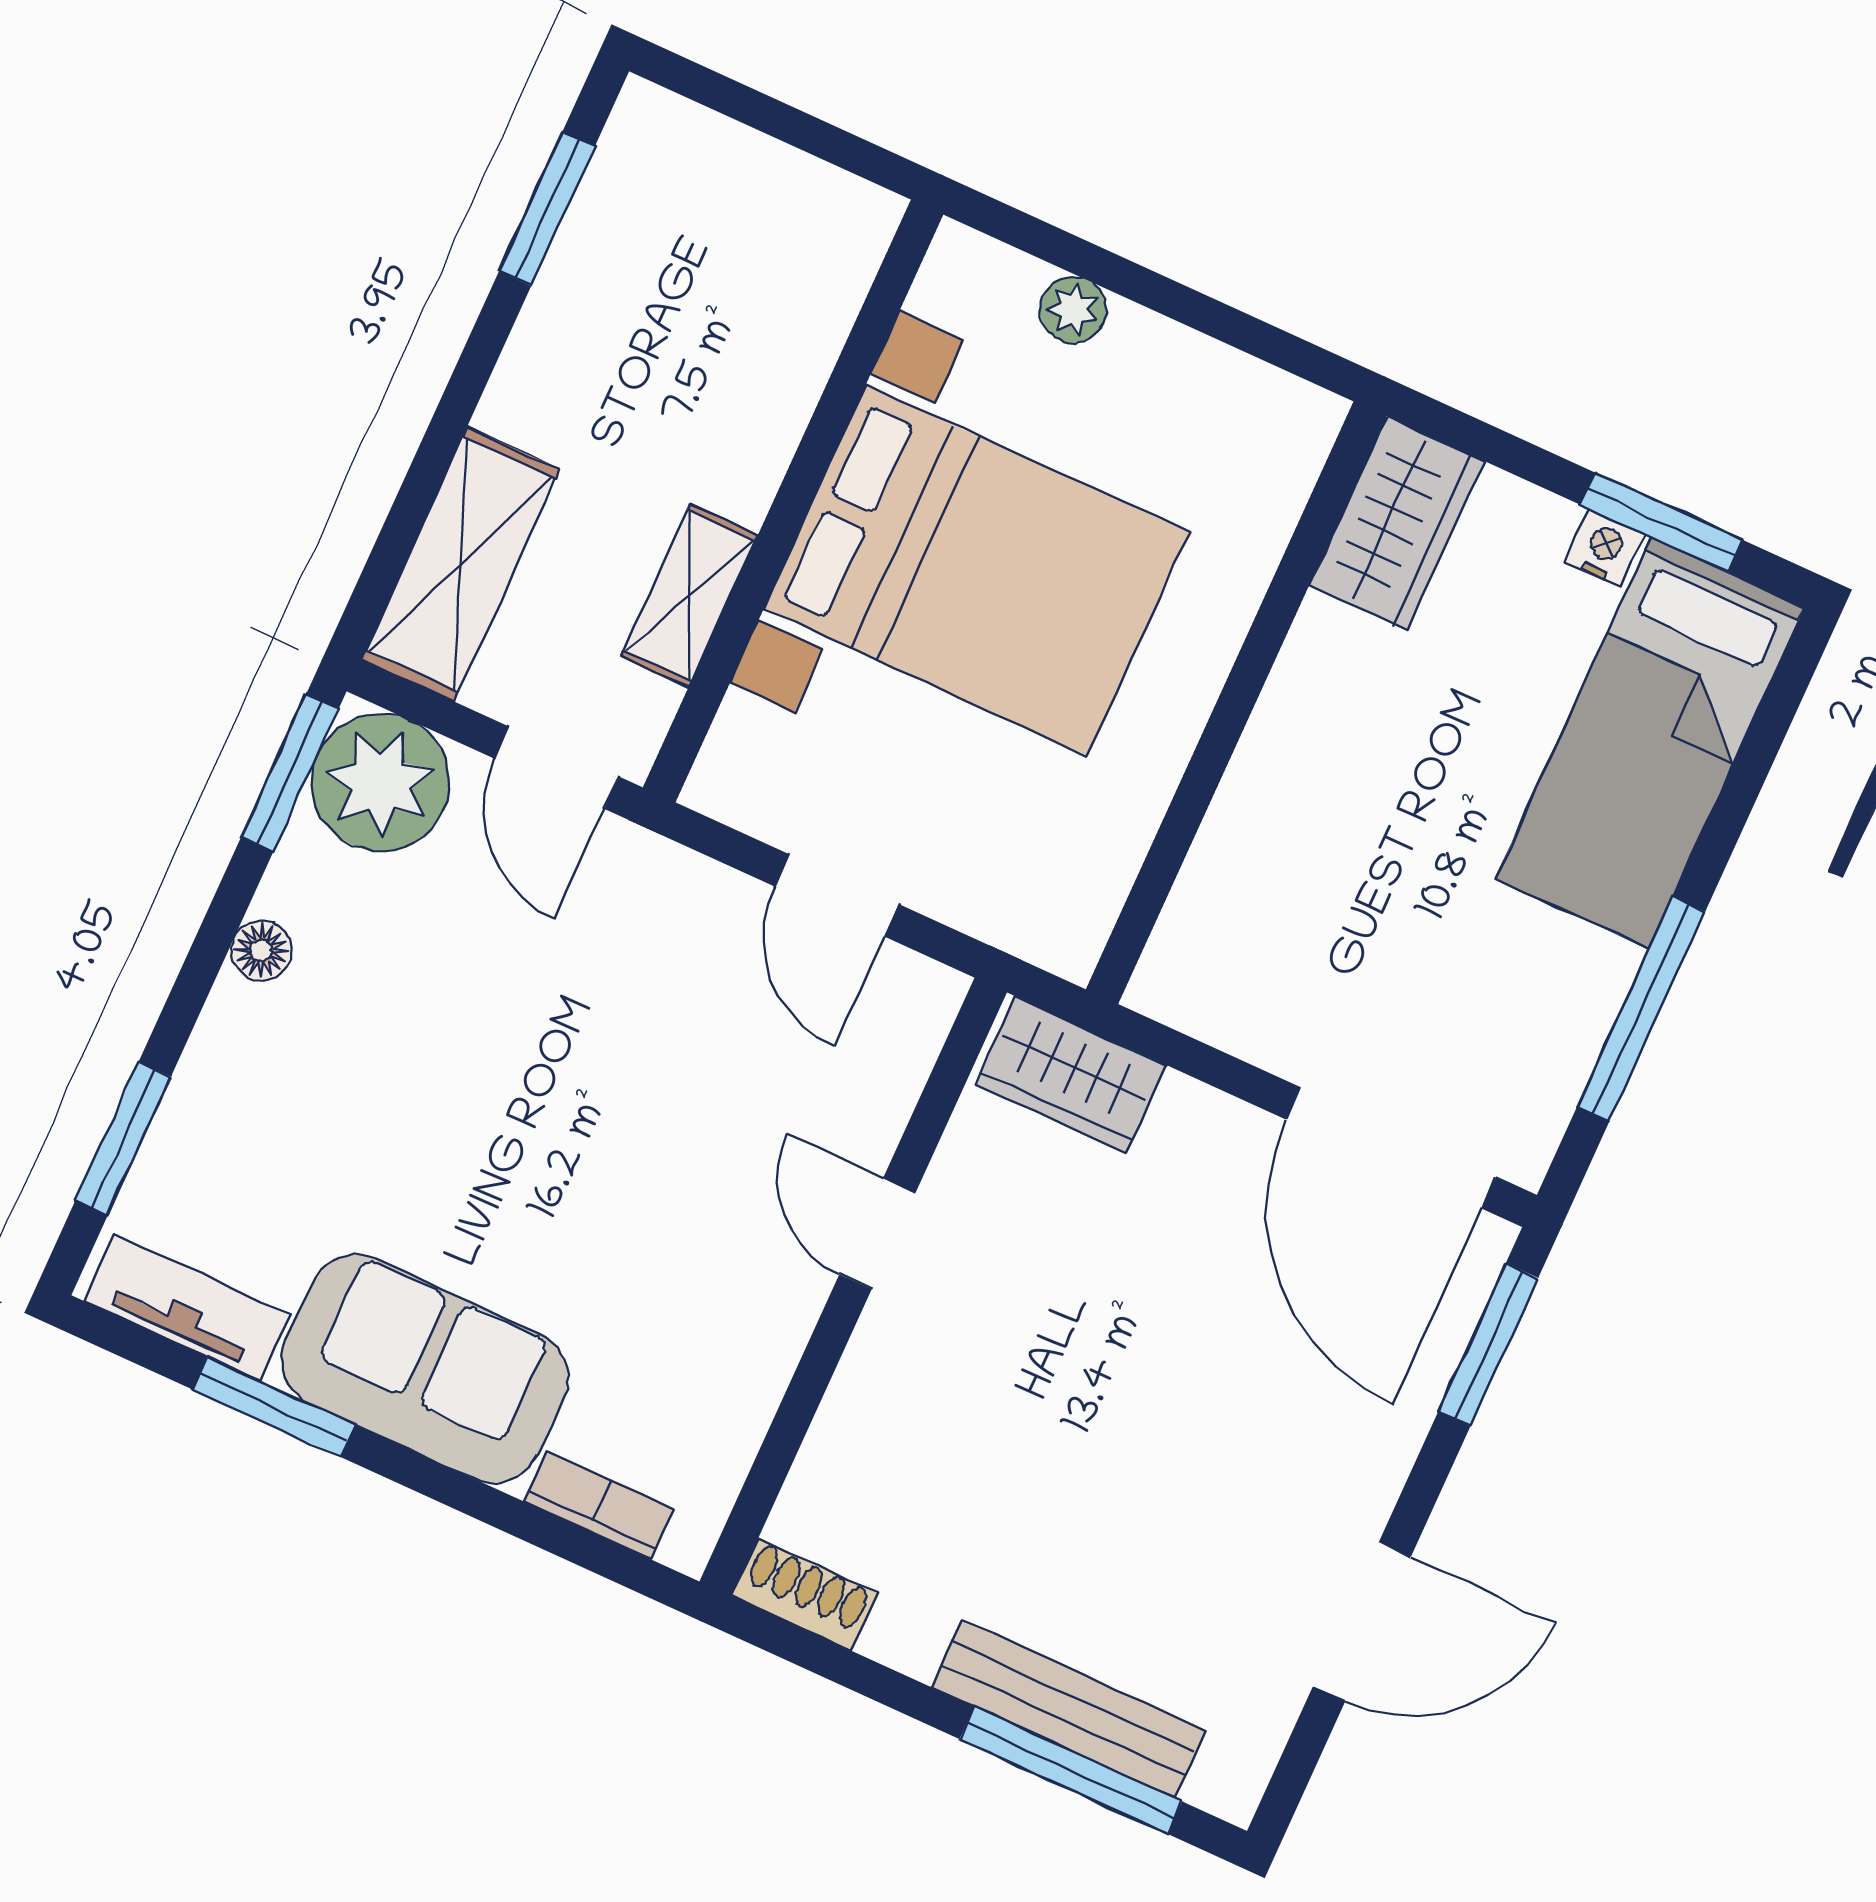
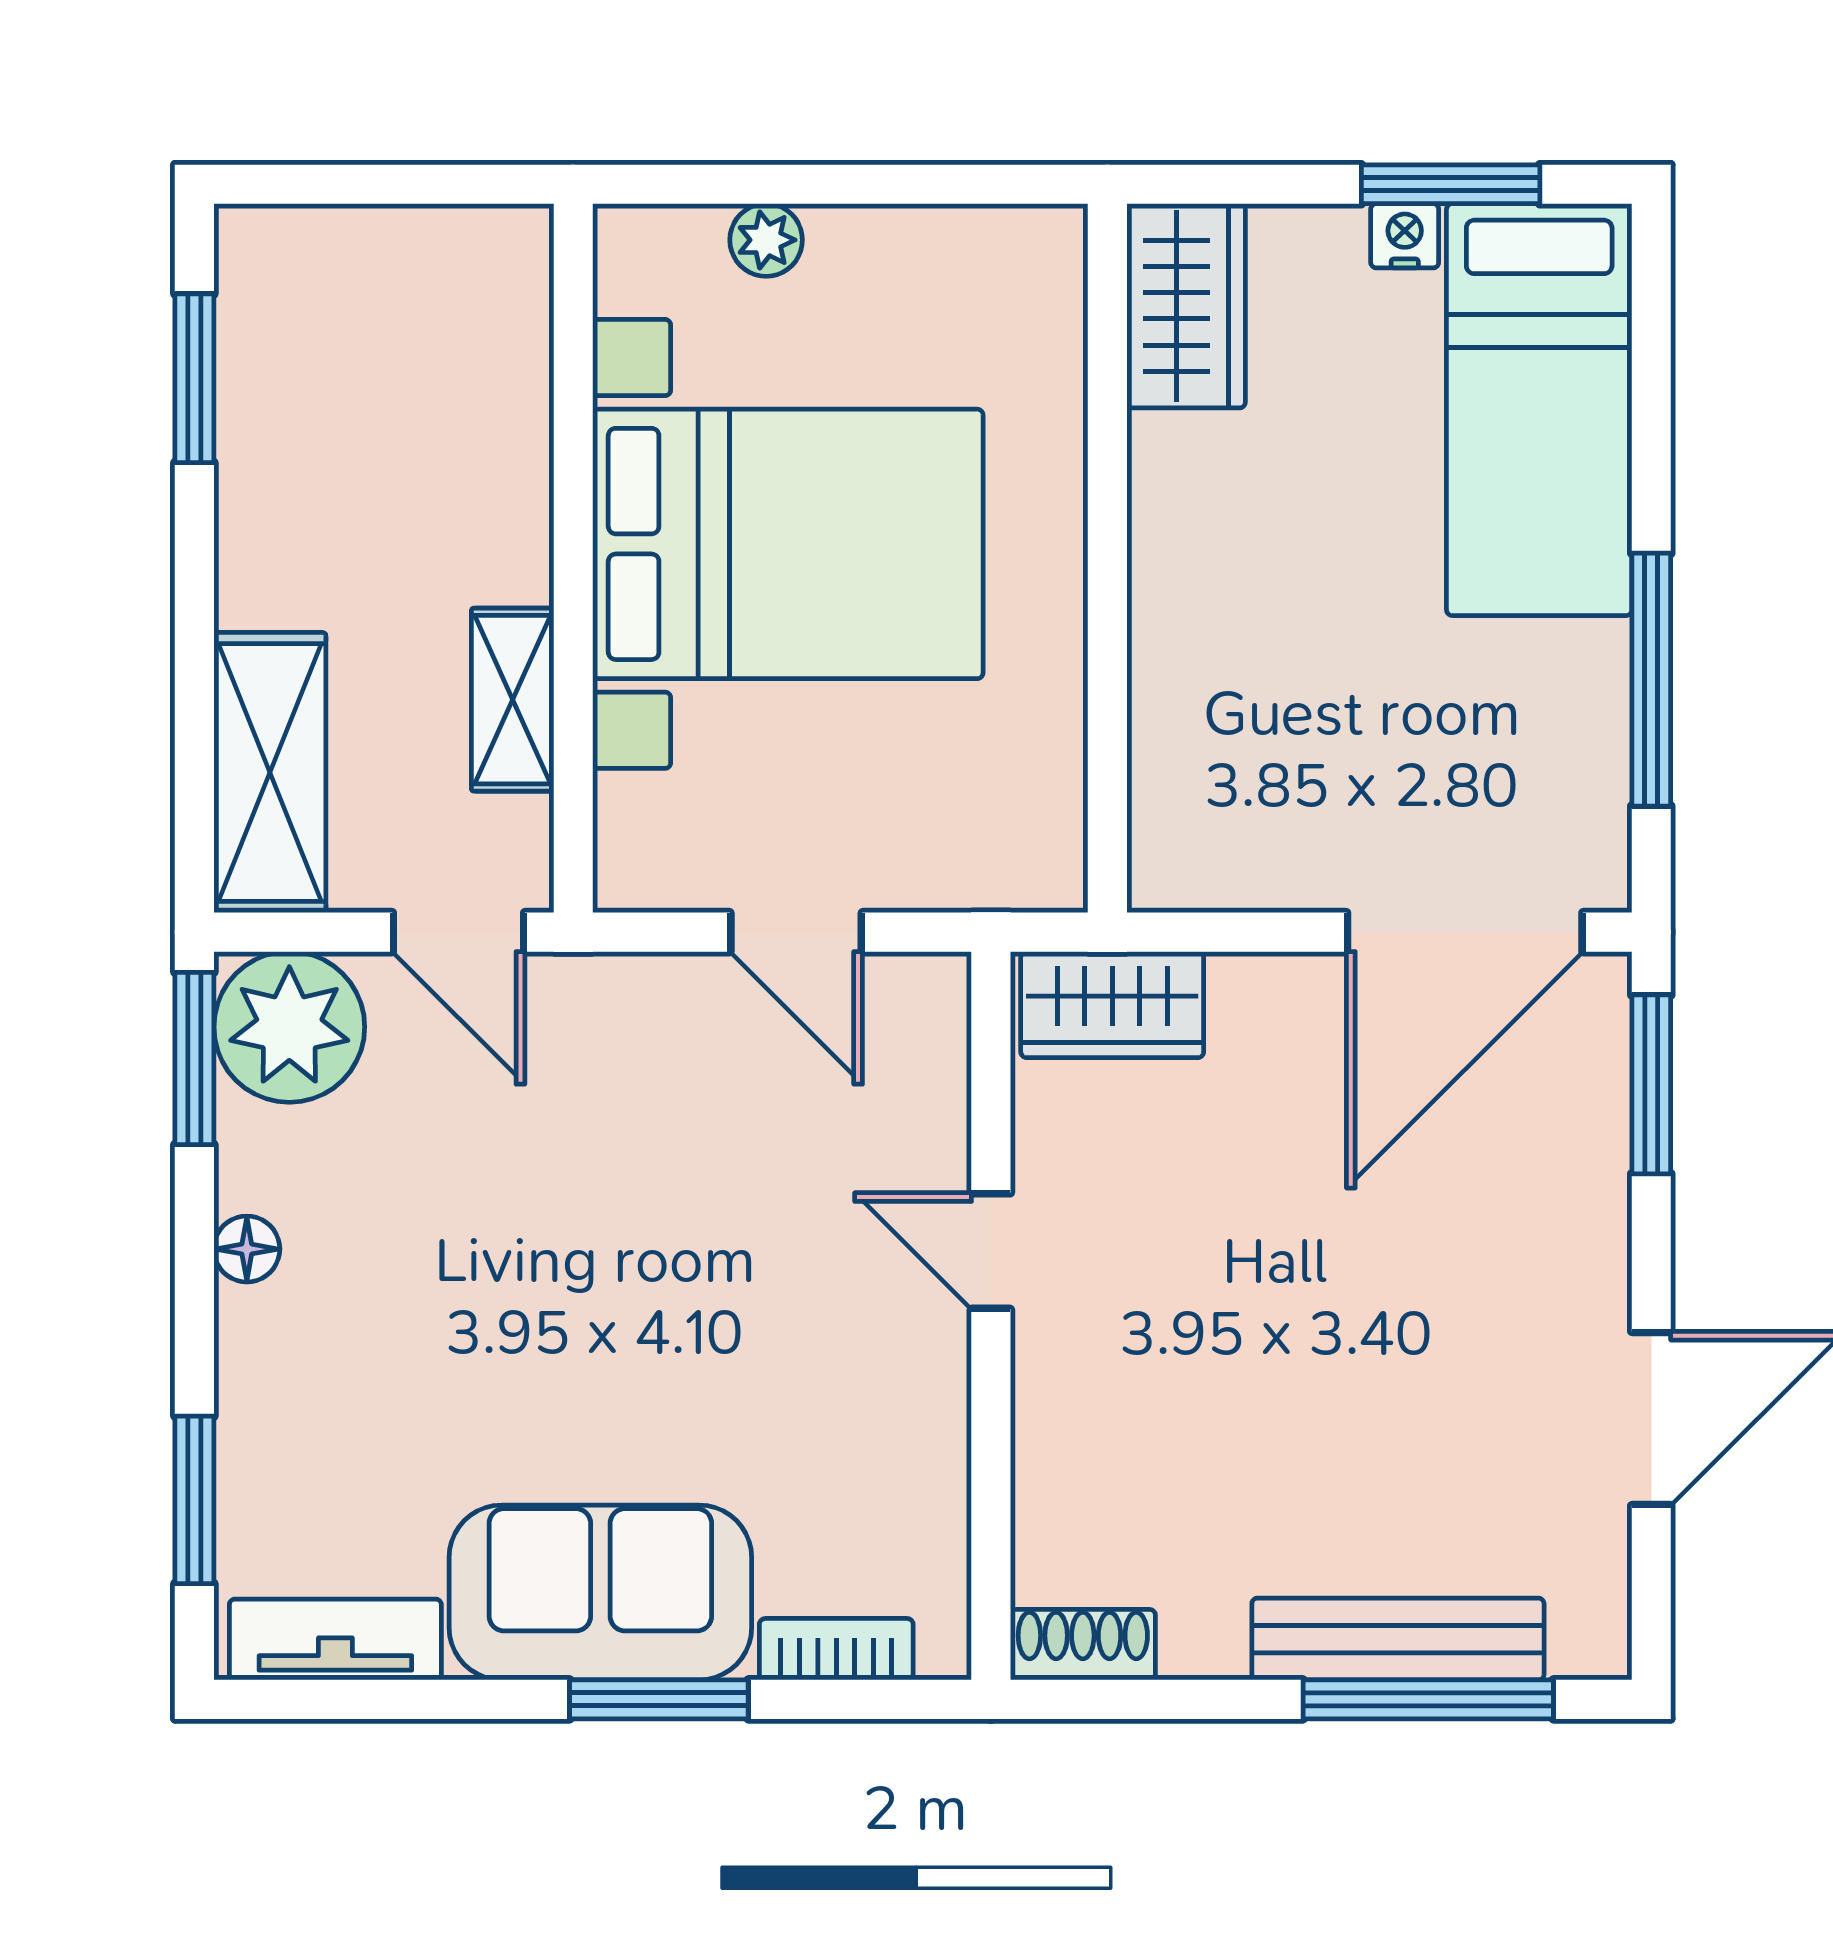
door: (1391, 1148) -> (1465, 932), hinge flipped
window: (274, 1407) -> (659, 1699), moved

